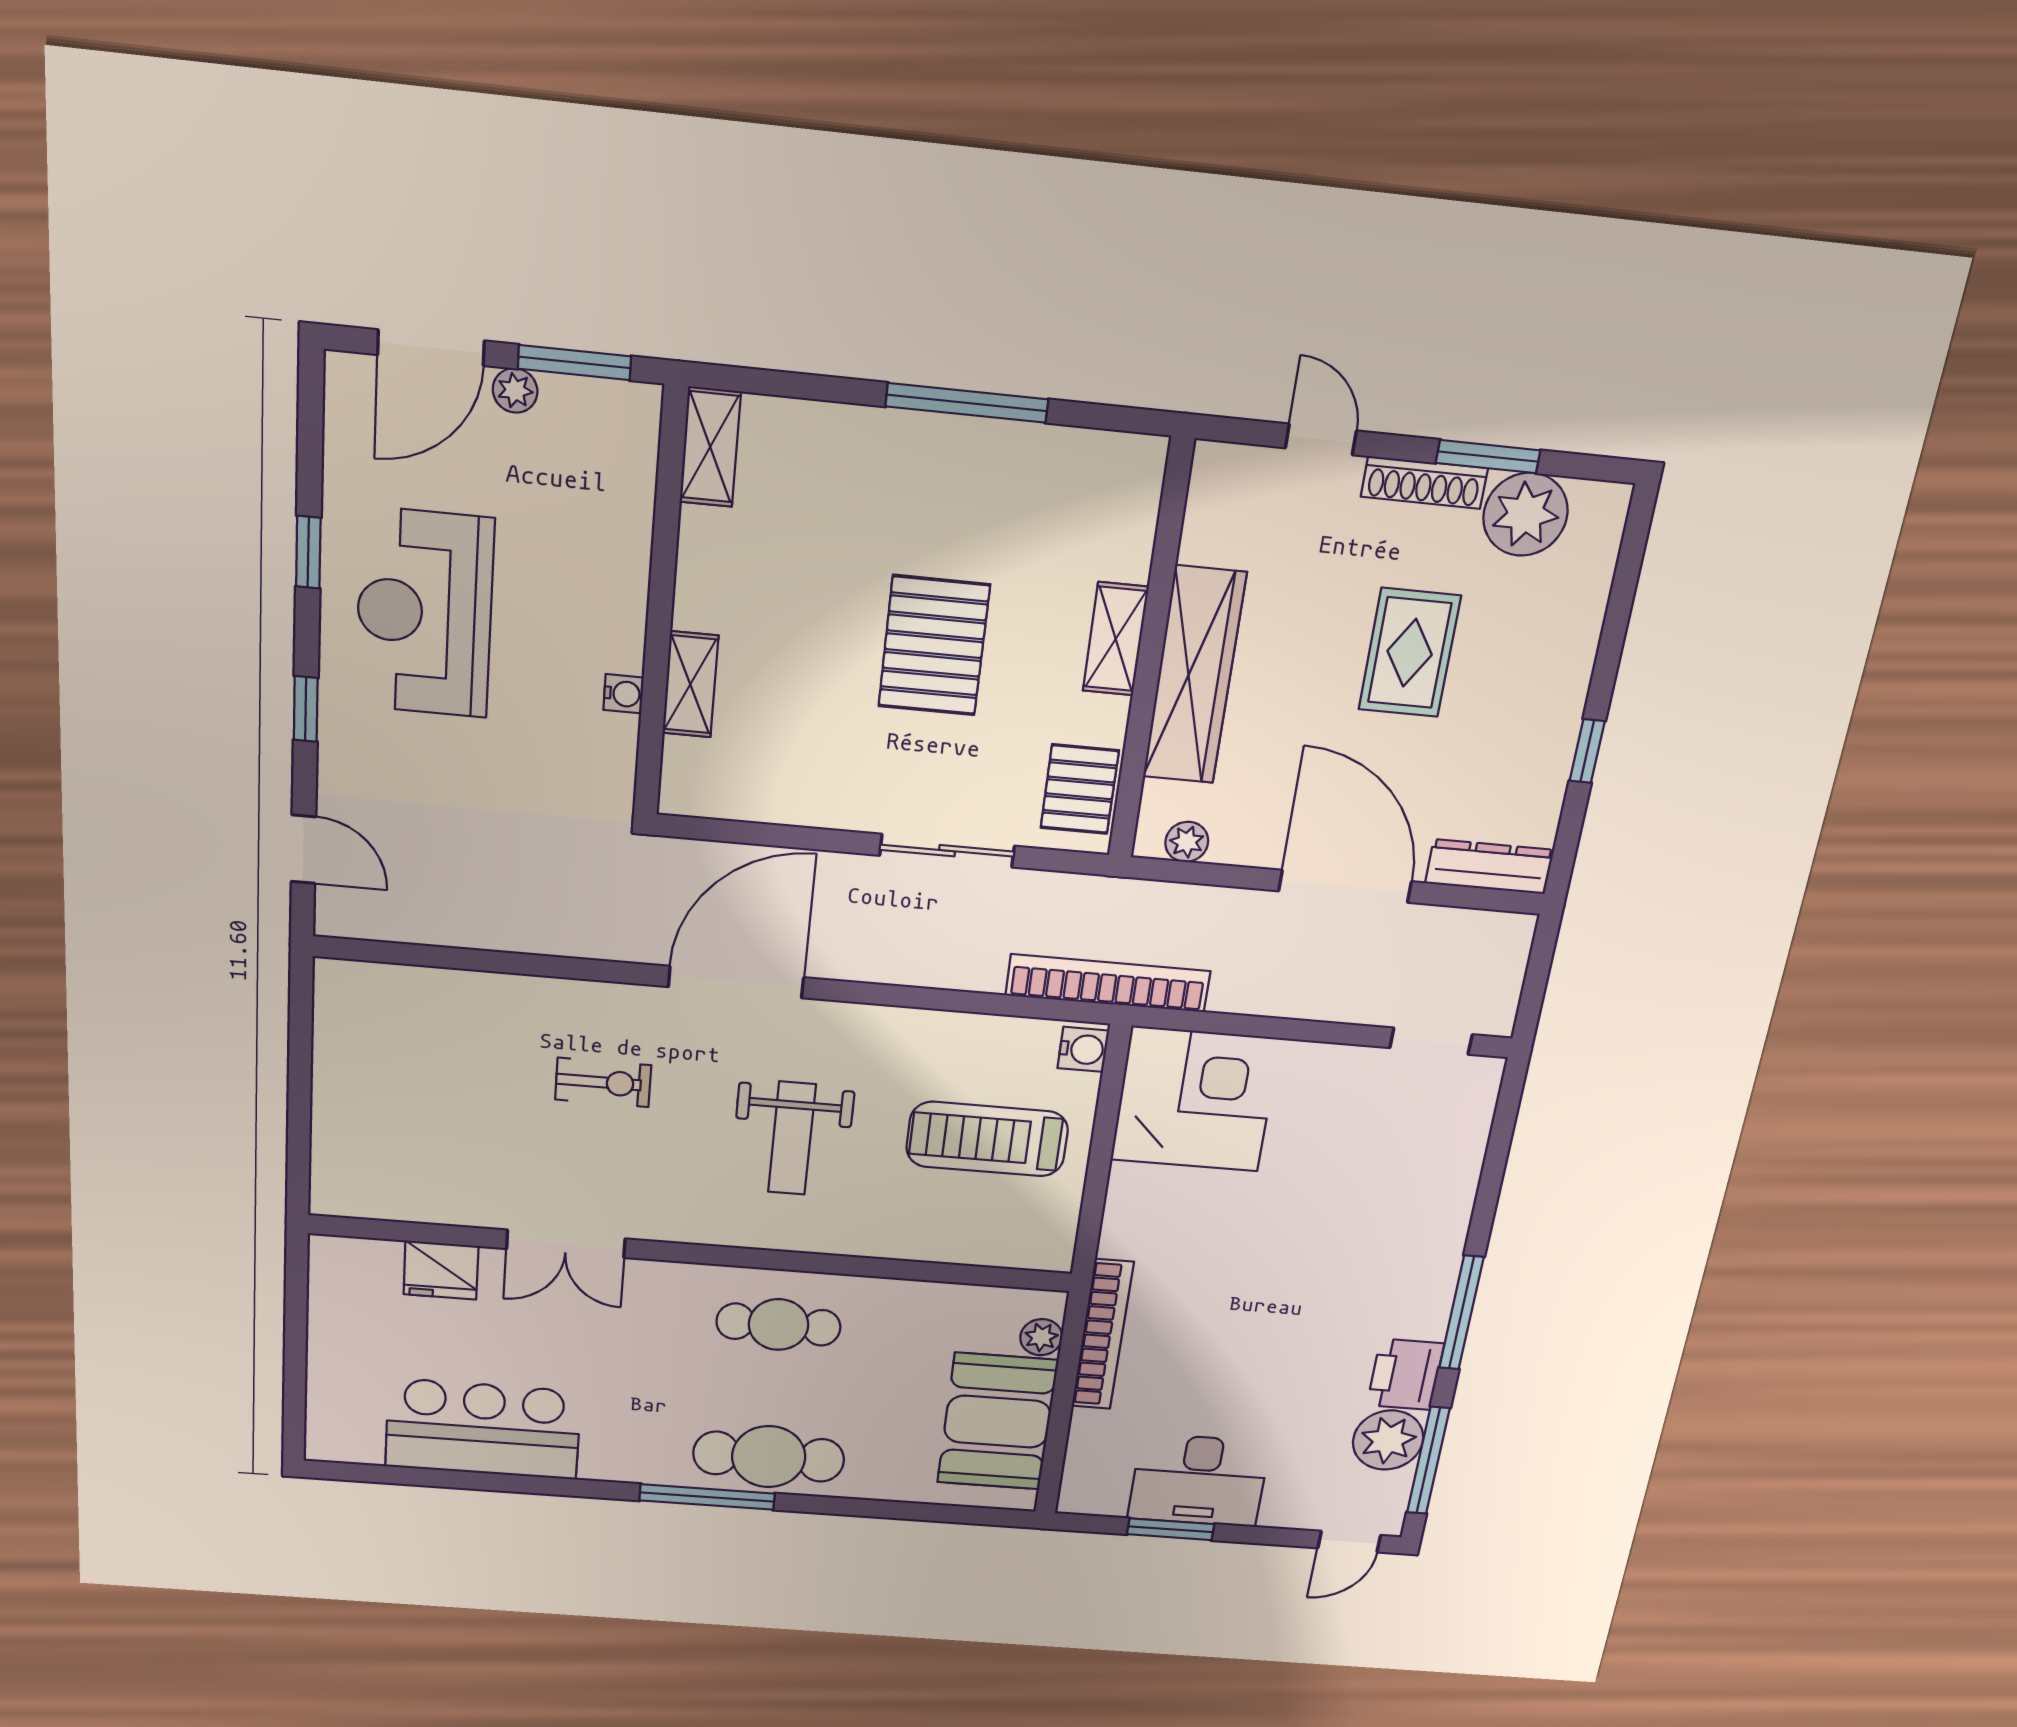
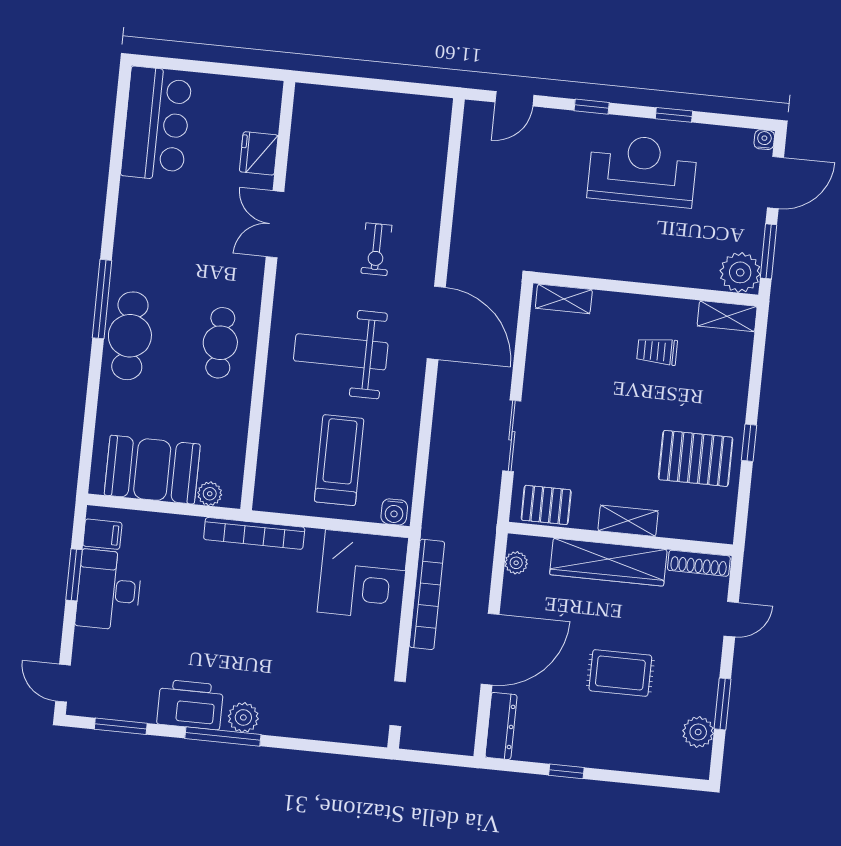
door: (431, 348) -> (775, 183), swing flipped
plant: (515, 390) -> (740, 272), moved, width x1.88, depth x1.88
window: (967, 403) -> (749, 443), width x0.46
shoe rack: (1424, 482) -> (699, 563), moved, turned -90
plant: (1525, 514) -> (698, 732), width x0.73, depth x0.73
trolley: (783, 584) -> (657, 351), added
pallet: (934, 646) -> (696, 458), moved
shelving: (690, 684) -> (564, 299), moved
water cooler: (623, 694) -> (764, 140), moved, turned 180
bookcase: (1108, 983) -> (427, 594), moved
weight bench: (792, 1138) -> (341, 352), width x1.36, depth x1.33
bookcase: (1102, 1335) -> (254, 533), moved
printer: (1405, 1374) -> (190, 705), width x1.37, depth x1.19
bar counter: (483, 1429) -> (156, 124), moved
plant: (1388, 1440) -> (243, 717), moved, width x0.73, depth x0.73
window: (1428, 1461) -> (121, 726), width x0.69
filing cabinet: (1105, 1491) -> (102, 534), added

